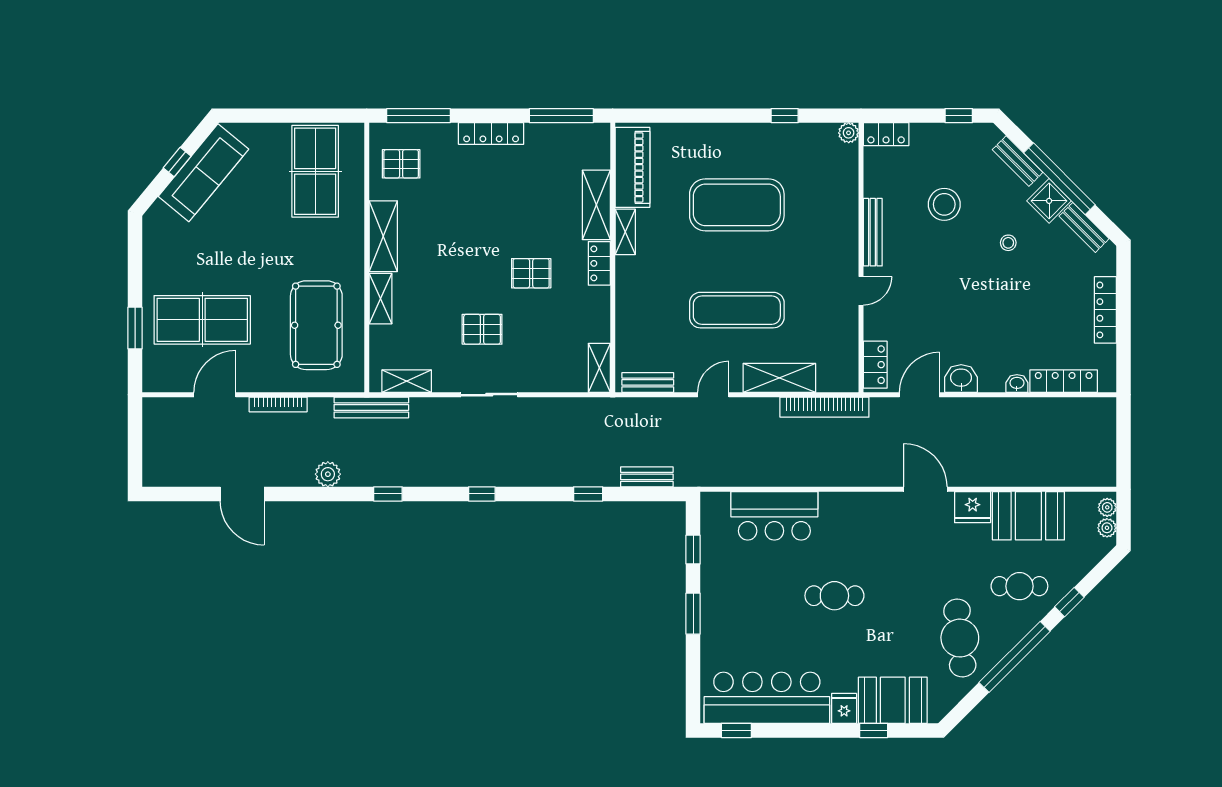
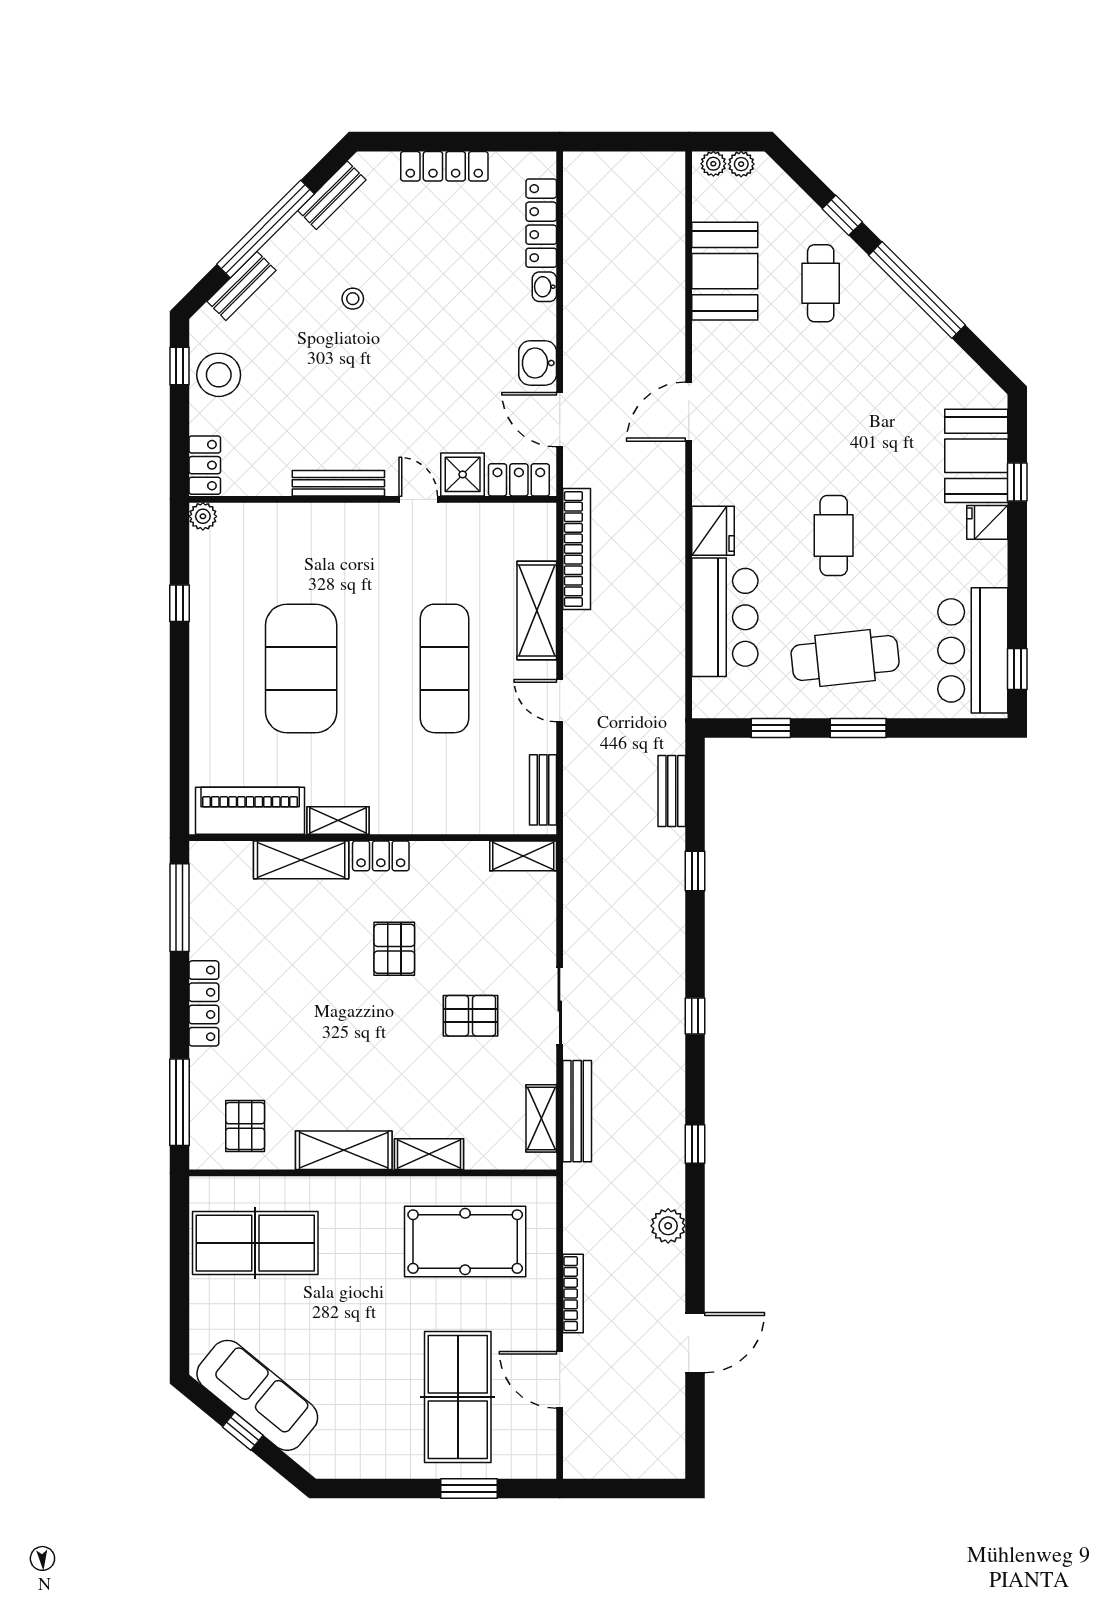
shower: (1049, 201) -> (463, 474), moved, turned 45
stool: (944, 204) -> (219, 375), moved
pallet: (482, 329) -> (471, 1016), turned 90
bench: (371, 407) -> (577, 1111), moved
fridge: (973, 507) -> (713, 531), moved
cafe table: (960, 638) -> (845, 658), moved
bar counter: (767, 698) -> (973, 650), width x0.73

